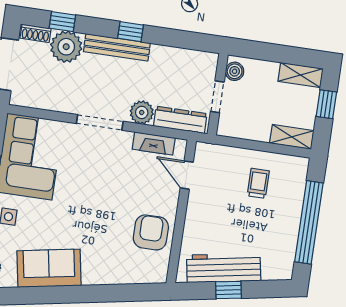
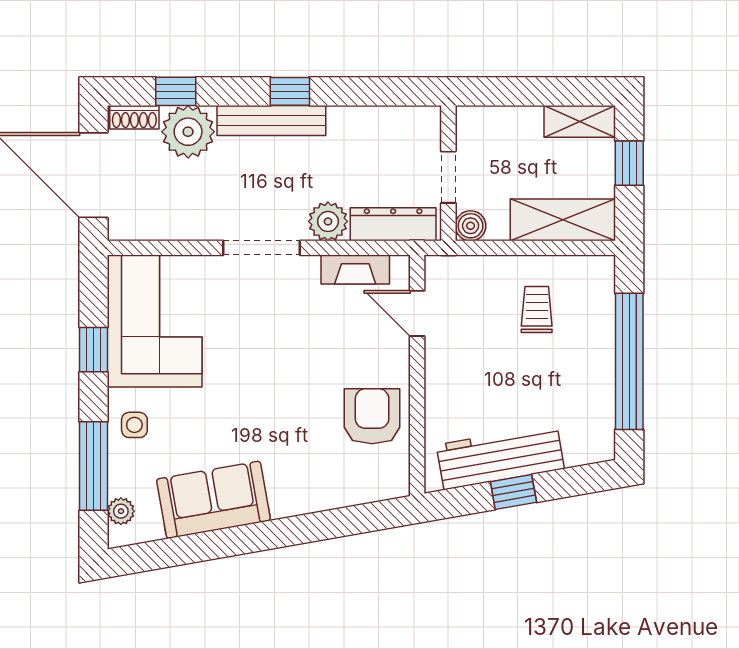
boiler: (235, 71) -> (471, 226), moved
shelving: (292, 137) -> (563, 220), width x1.50, depth x1.33

